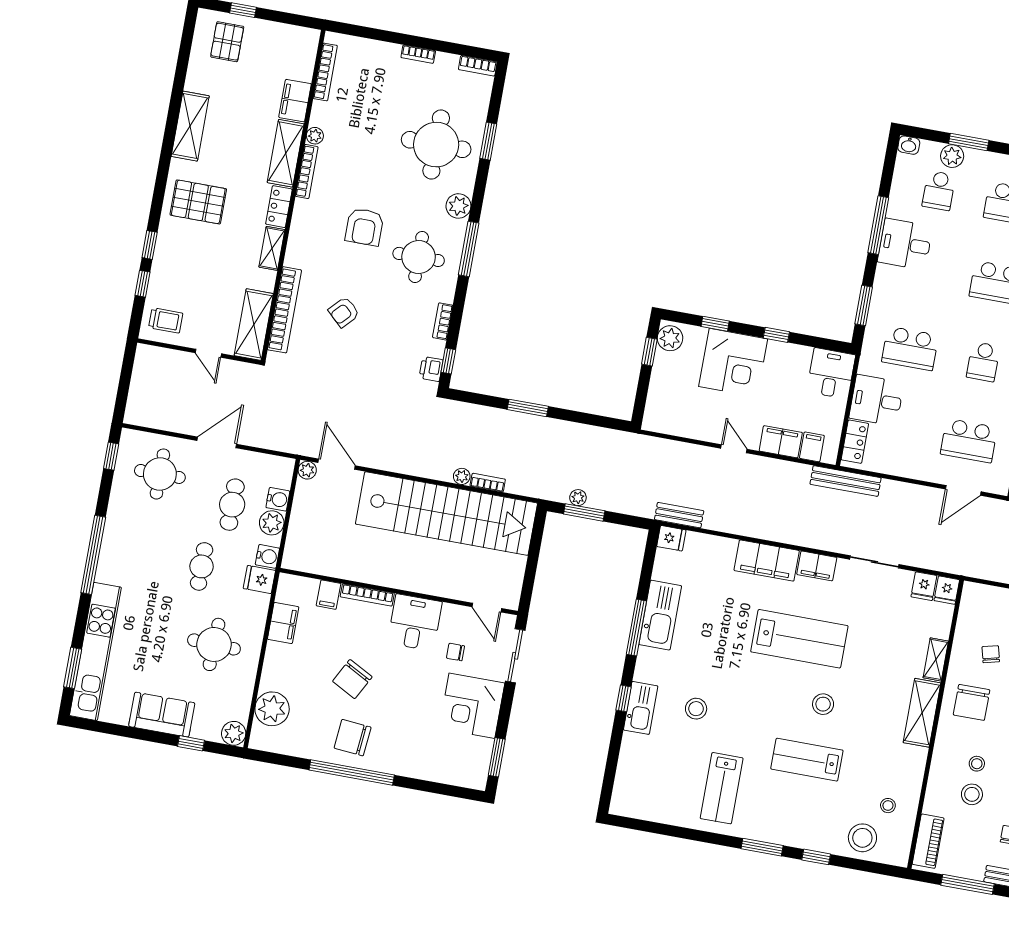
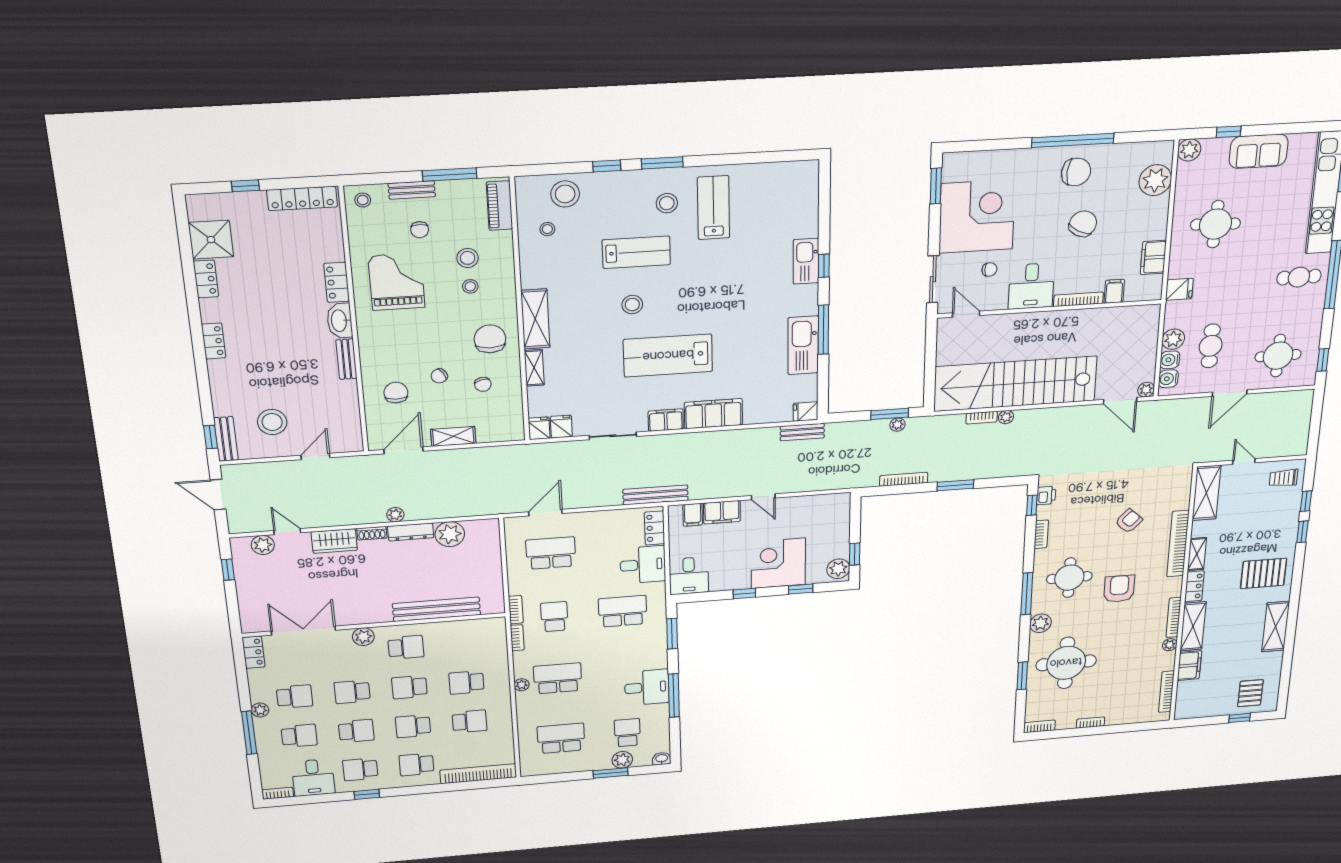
bookcase: (284, 310) -> (1178, 544), moved
bookcase: (582, 430) -> (904, 479), added
water cooler: (267, 556) -> (1168, 379), moved
cafe table: (202, 566) -> (1299, 277), moved, turned 90
corner desk: (472, 706) -> (977, 216), width x1.36, depth x1.36
stool: (696, 709) -> (667, 203), moved

